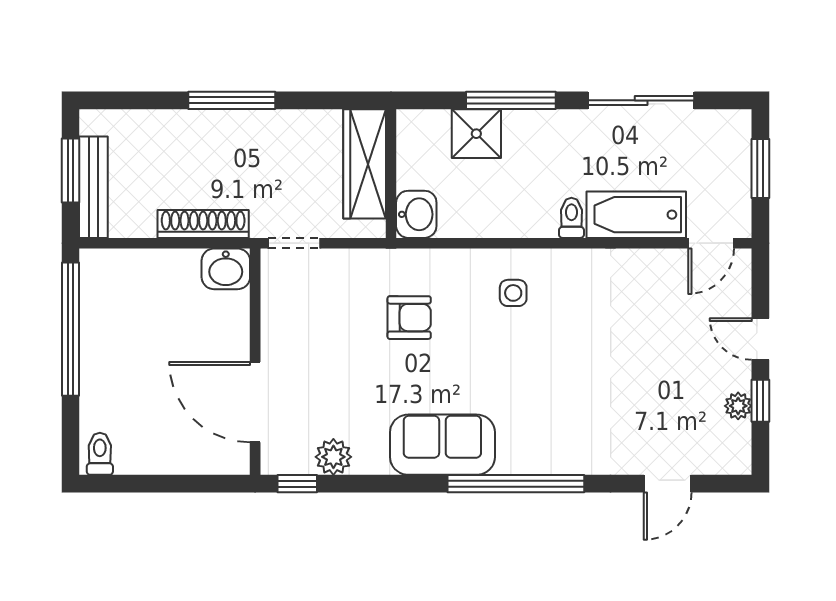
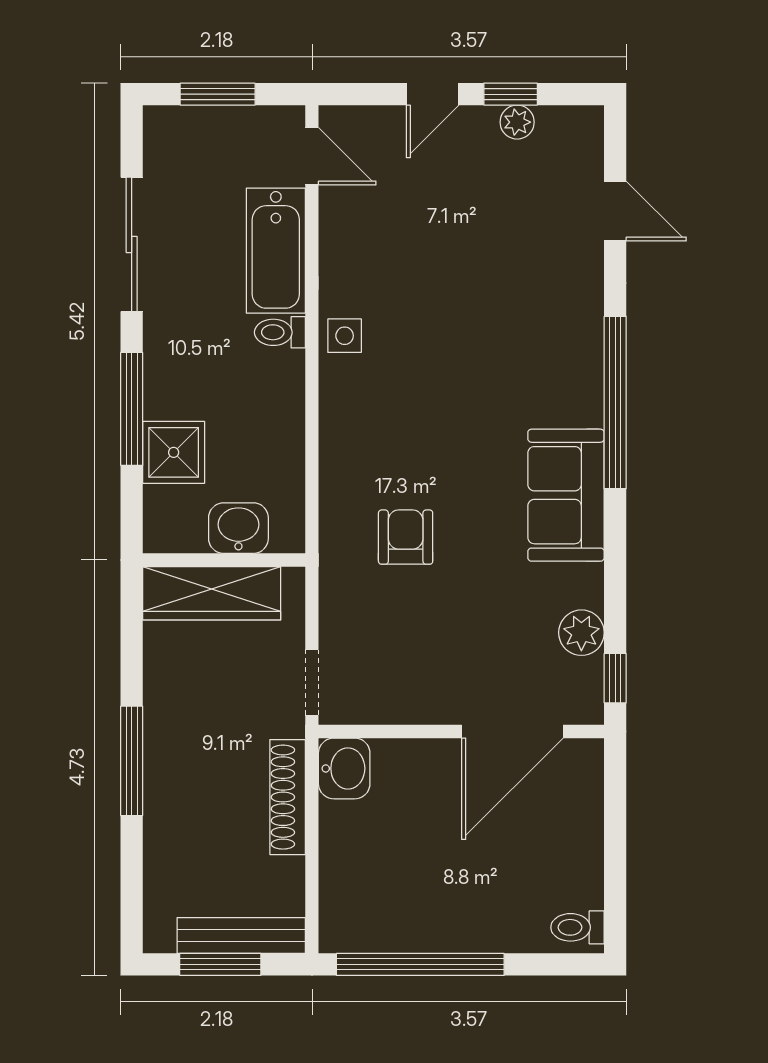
washbasin: (416, 214) -> (238, 528), moved
side table: (513, 293) -> (345, 336), moved

